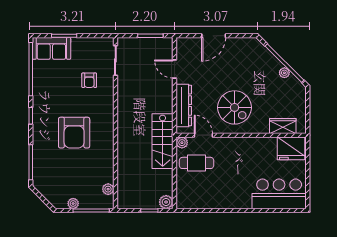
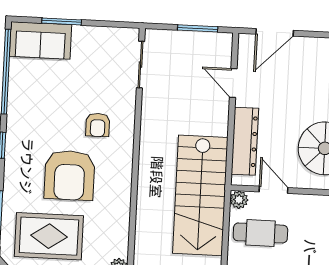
door: (214, 36) -> (275, 32), moved
armchair: (89, 80) -> (98, 125), moved
stairs: (163, 141) -> (200, 195), width x1.36, depth x1.51
rug: (63, 172) -> (49, 236), added

